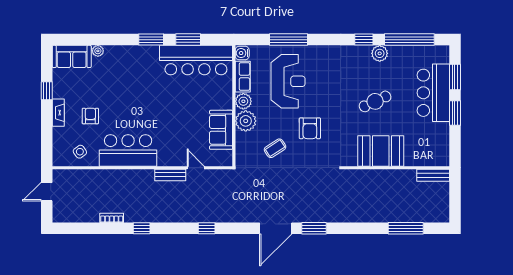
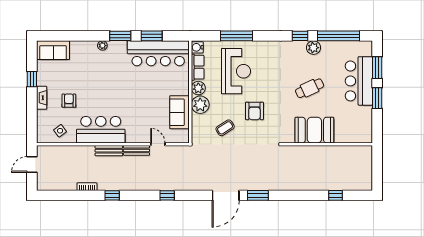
plant: (98, 51) -> (102, 46), moved
bench: (433, 175) -> (109, 151), moved
window: (406, 228) -> (336, 195), width x0.46

